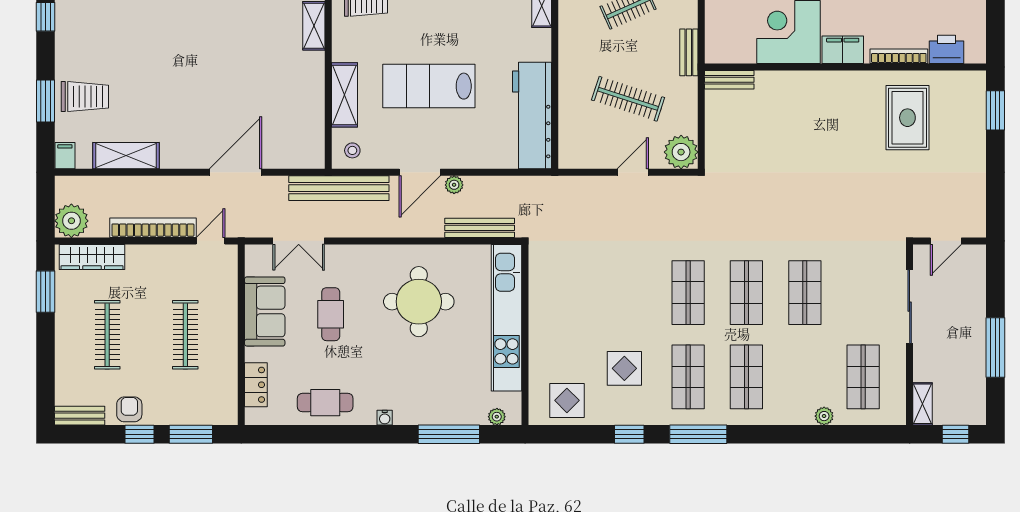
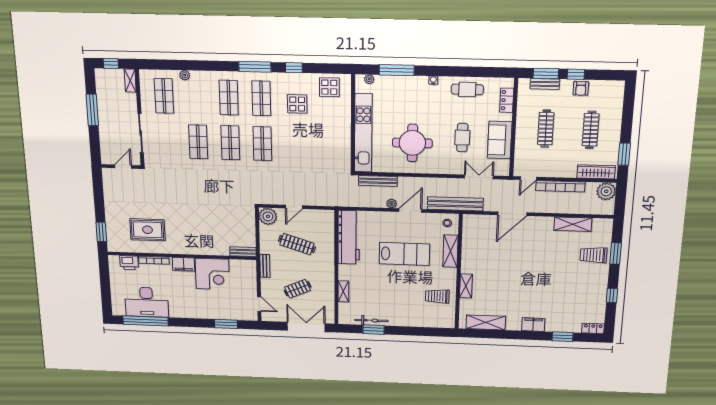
rug: (907, 118) -> (147, 230), turned 90
filing cabinet: (65, 156) -> (607, 225), removed
bench: (80, 416) -> (545, 84), moved

